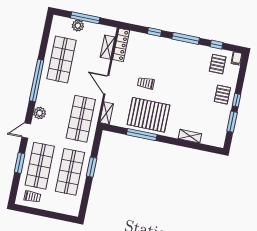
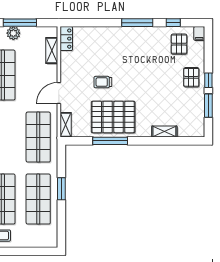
window: (155, 32) -> (101, 23), removed
locker: (121, 45) -> (66, 39), width x0.66
door: (106, 85) -> (59, 93), hinge flipped

